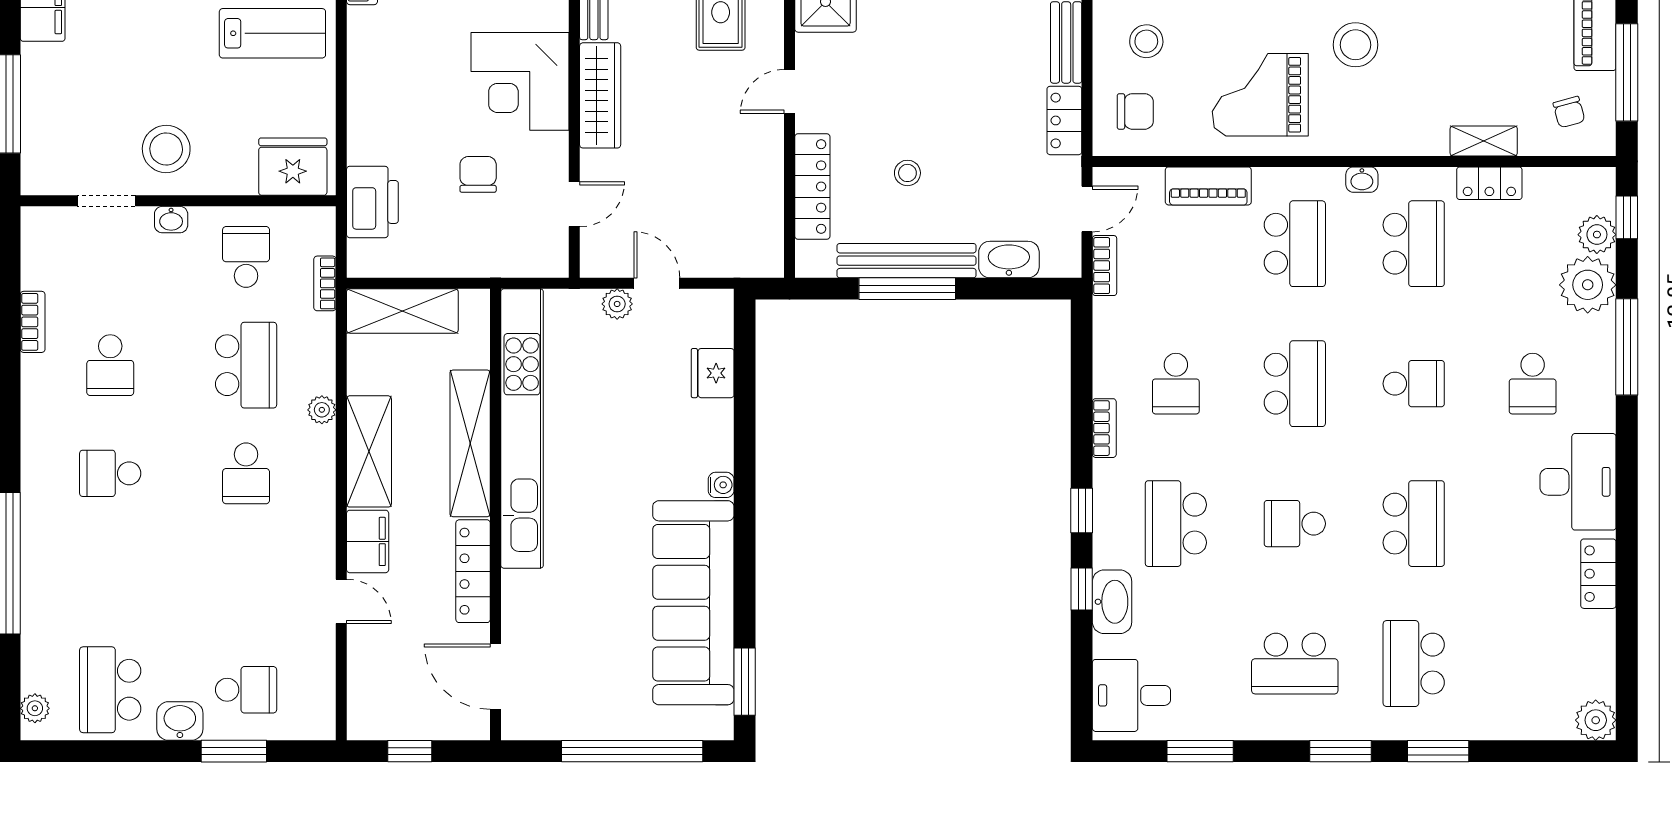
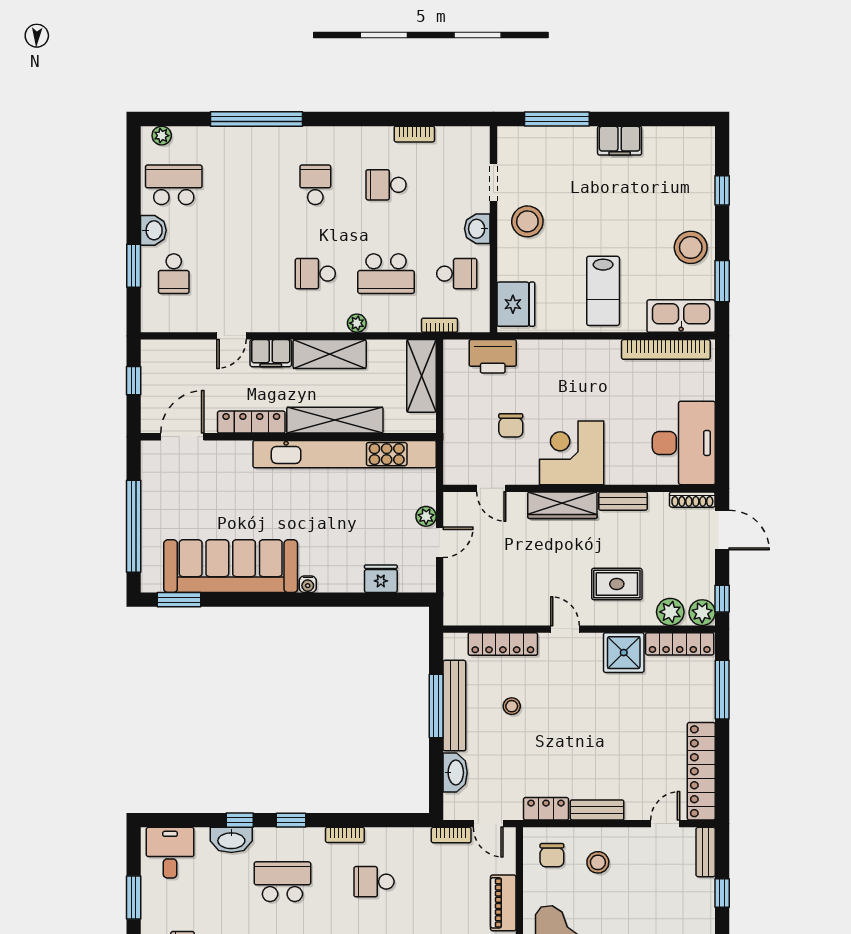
chair: (478, 174) -> (511, 425), turned 90
washbasin: (171, 220) -> (477, 229), width x1.38, depth x1.45

